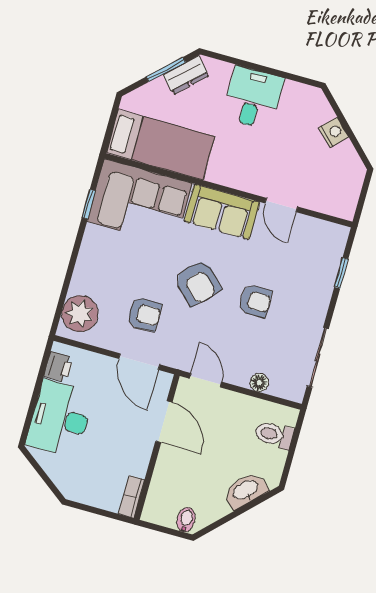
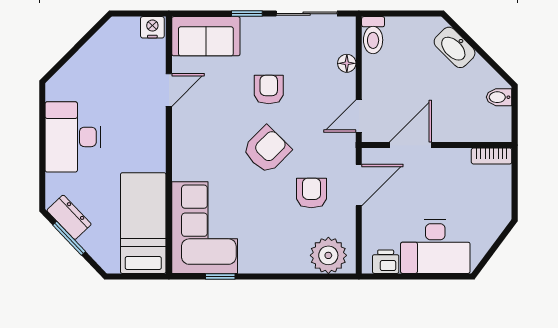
desk: (253, 98) -> (73, 137), width x1.37
nightstand: (334, 132) -> (152, 27), moved, turned 45
sofa: (222, 212) -> (206, 36), moved, turned 90
window: (341, 273) -> (247, 14), moved
toilet: (274, 435) -> (373, 35), moved

